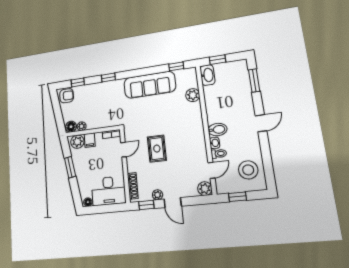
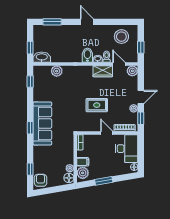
window: (108, 77) -> (30, 128), moved
sofa: (150, 85) -> (42, 123), moved
door: (123, 150) -> (107, 133), moved
wardrobe: (200, 151) -> (103, 71), added

